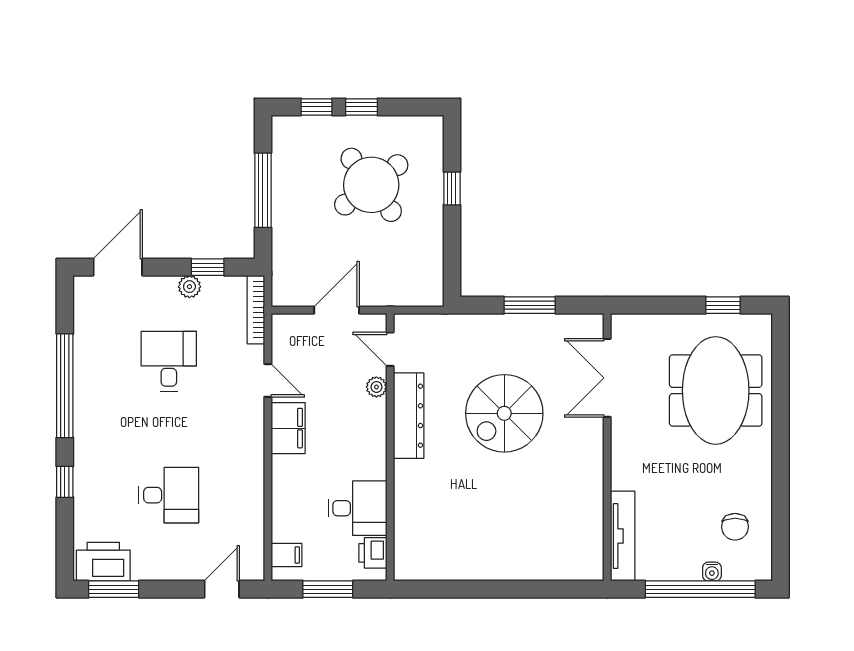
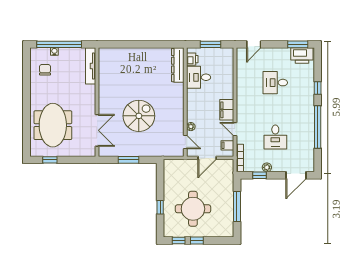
window: (316, 107) -> (179, 240), moved
round table: (371, 185) -> (193, 209), turned 37
dresser: (409, 416) -> (178, 65), moved
filing cabinet: (287, 555) -> (227, 145), moved

